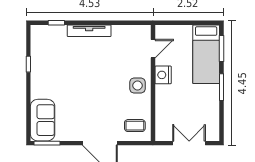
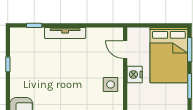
door: (153, 49) -> (125, 50), swing flipped
bed: (206, 54) -> (169, 55), width x1.50

